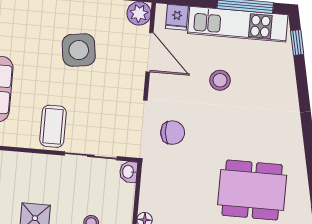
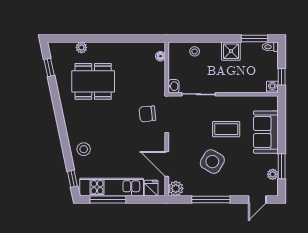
side table: (79, 50) -> (212, 162), turned 38
stool: (220, 80) -> (84, 149), moved
coffee table: (53, 126) -> (226, 129), moved, turned 90

